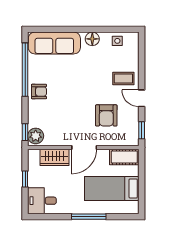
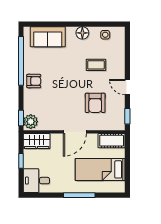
sofa: (54, 43) -> (48, 37), width x0.73
coffee table: (123, 78) -> (96, 65), moved
wardrobe: (54, 157) -> (37, 141), moved

